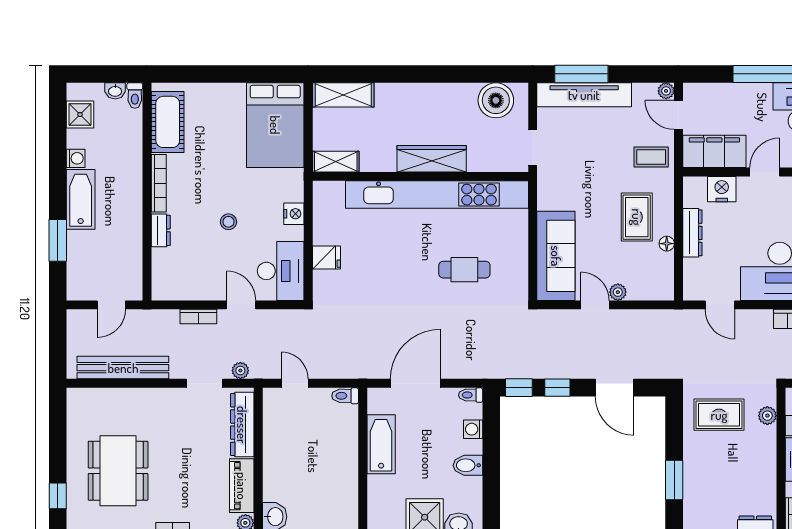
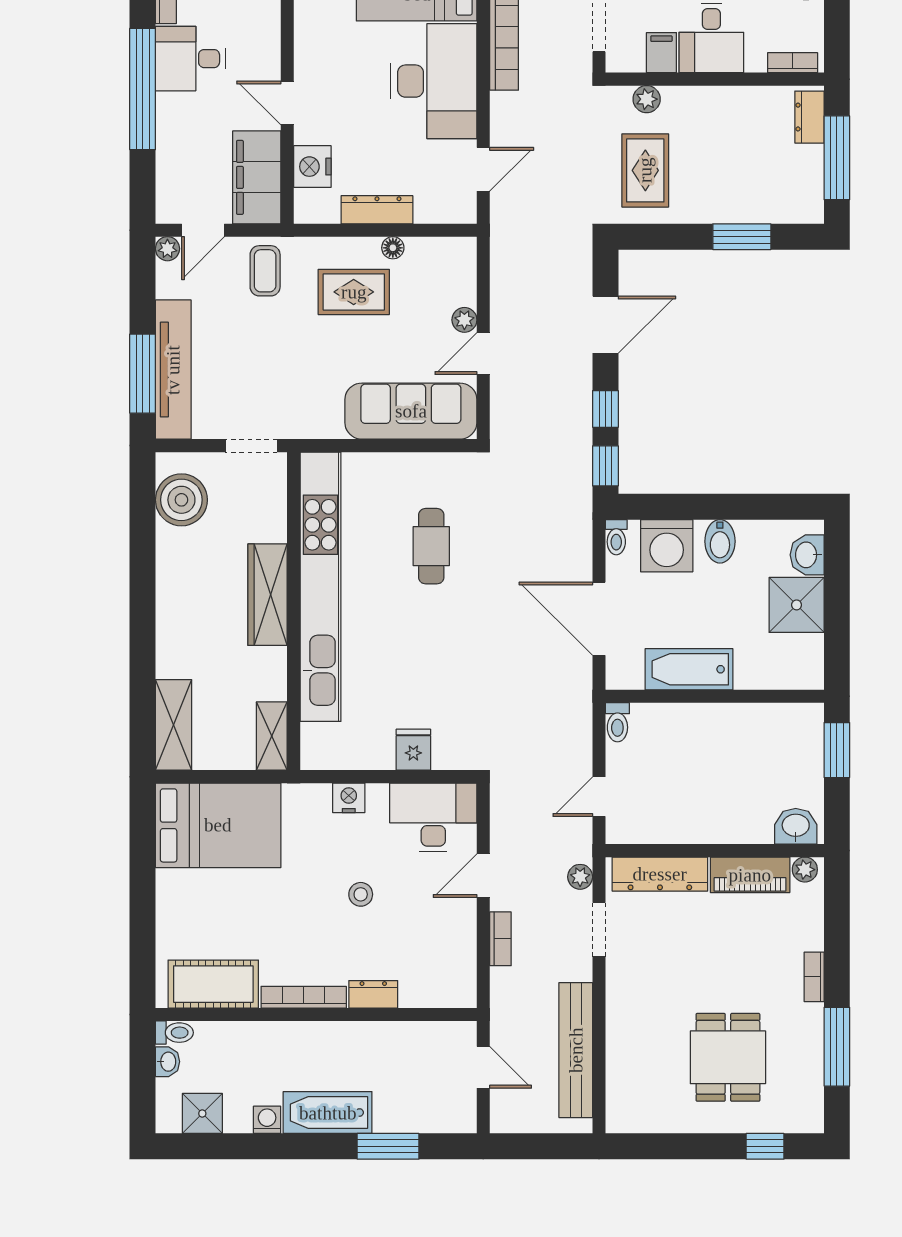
washing machine: (473, 429) -> (667, 546), width x1.89, depth x1.89
dining table: (118, 471) -> (728, 1057), width x0.73

